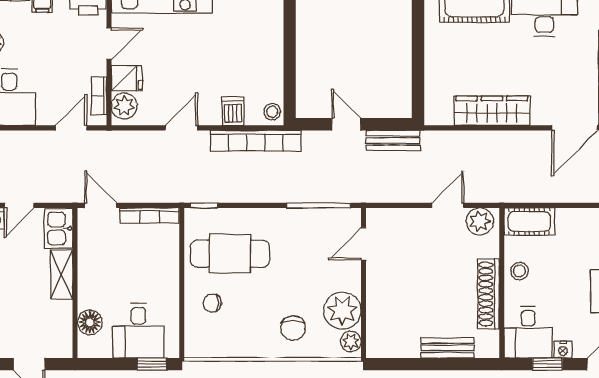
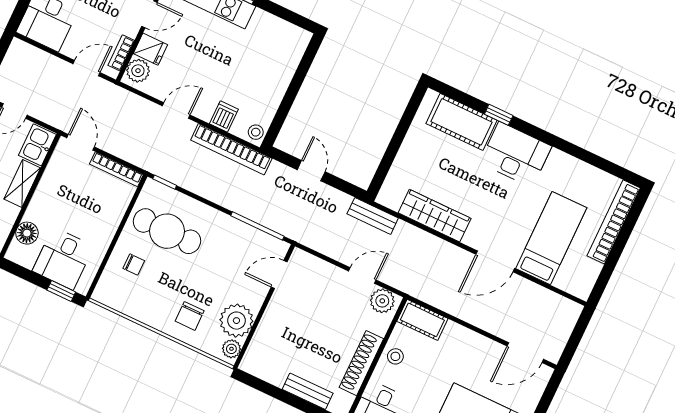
bench: (393, 141) -> (373, 216), moved
chair: (212, 303) -> (134, 264), turned 180

